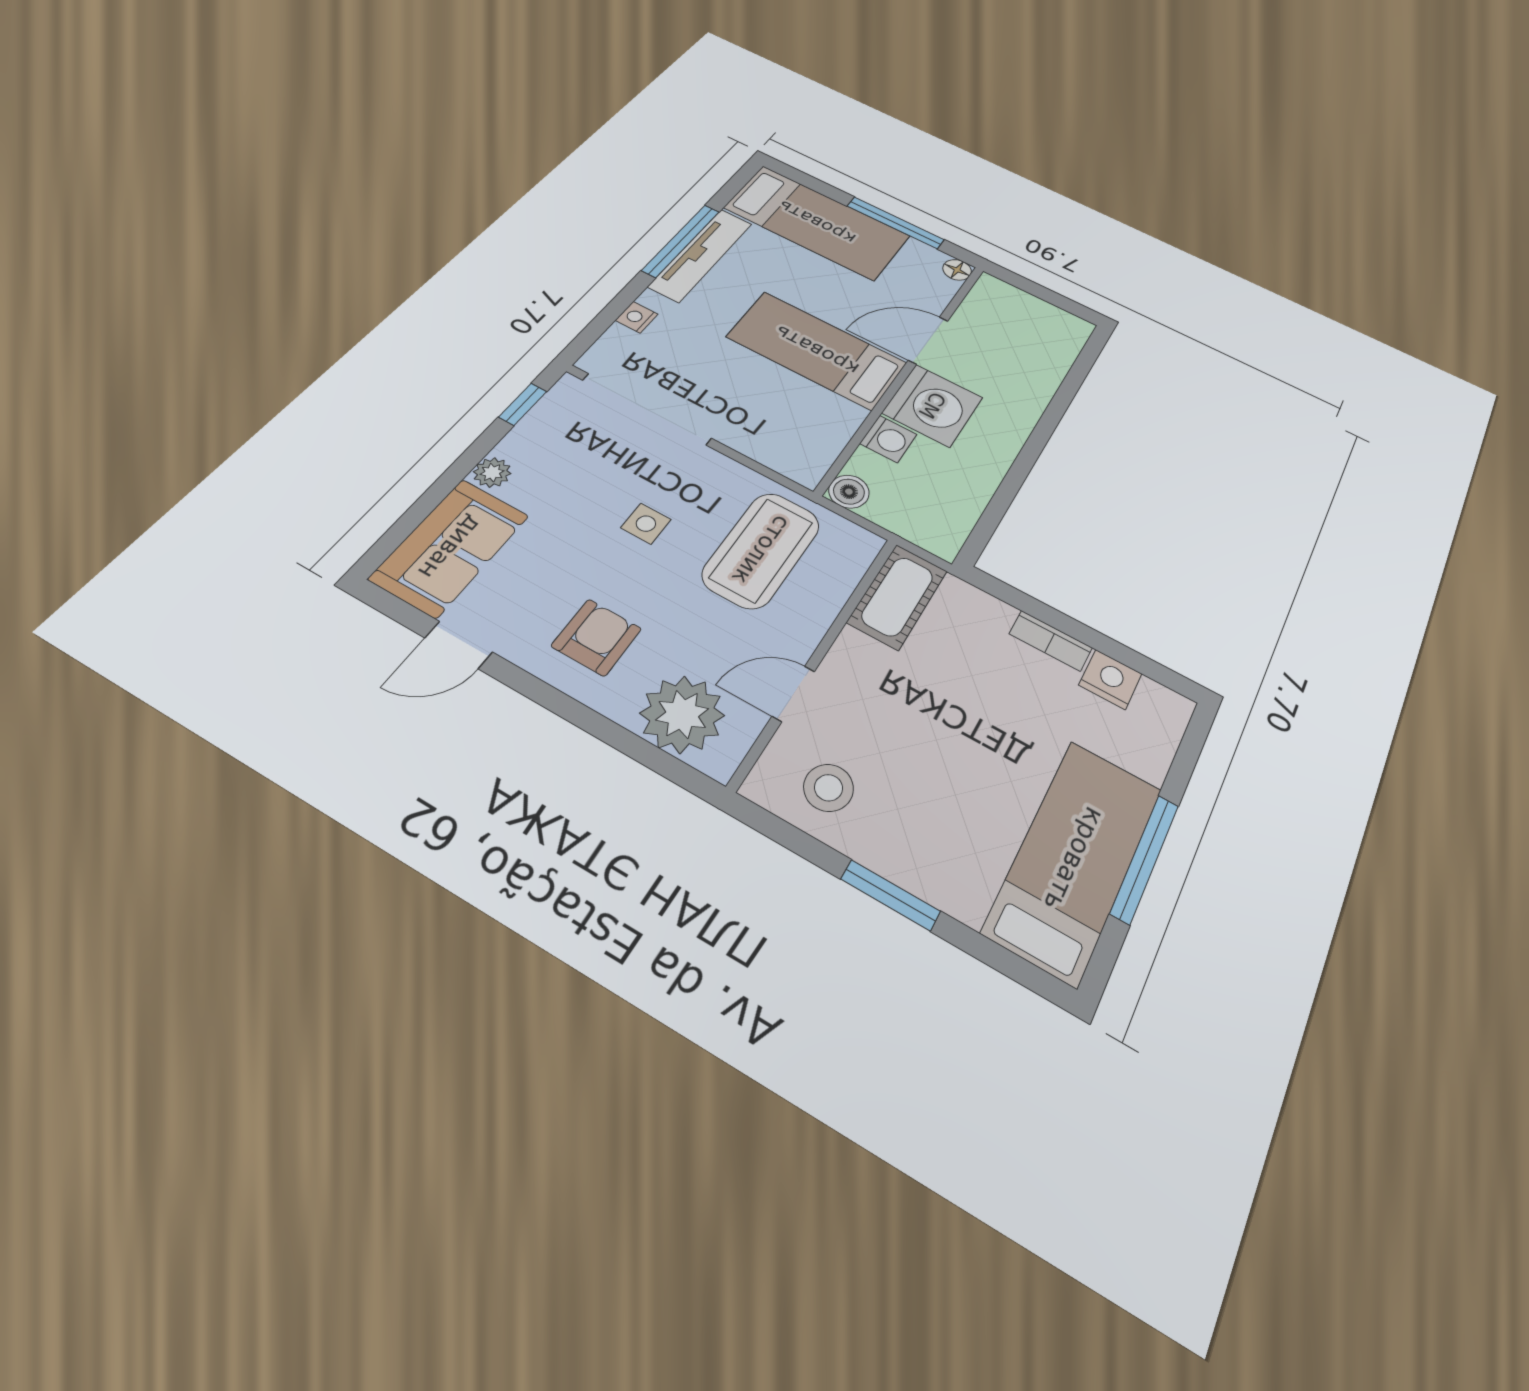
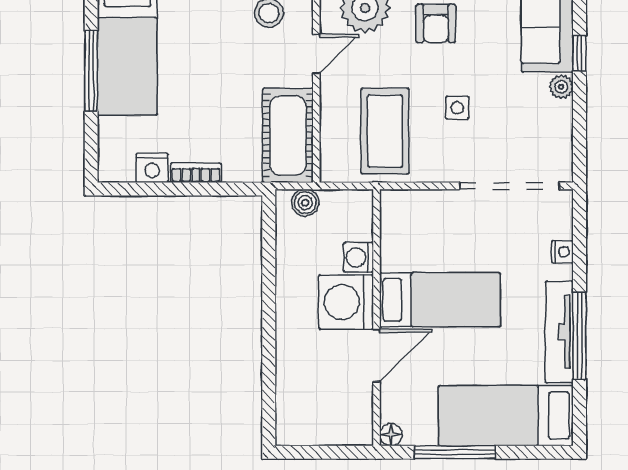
window: (523, 404) -> (579, 53), moved
boiler: (849, 492) -> (305, 203), moved
cot: (897, 596) -> (288, 135), width x1.37, depth x1.34

